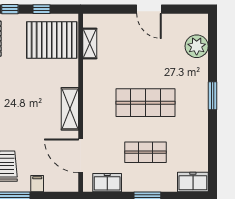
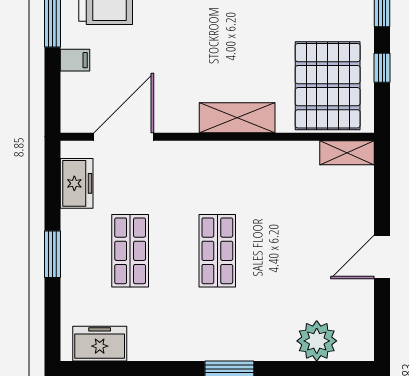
shelving: (90, 43) -> (347, 153), moved
shop shelf: (145, 103) -> (217, 251), width x0.70, depth x0.74
shelving: (70, 109) -> (237, 118), moved
freezer: (193, 182) -> (100, 344), moved, turned -90

